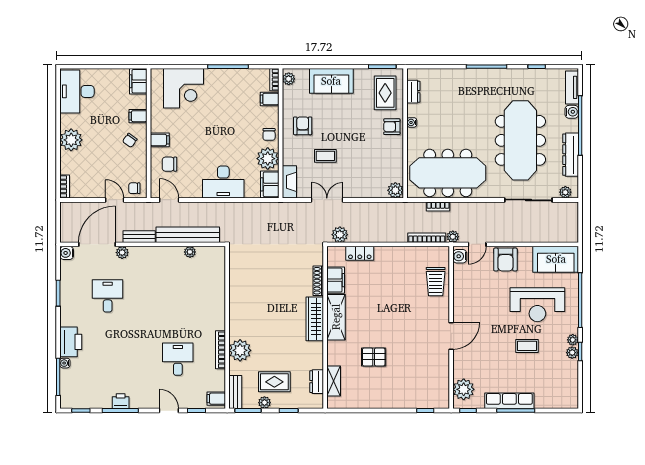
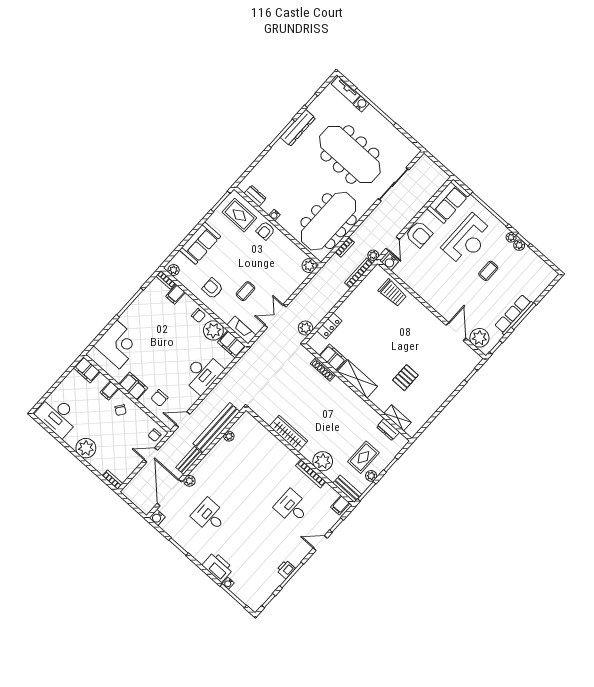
filing cabinet: (160, 140) -> (133, 386), width x2.00
dresser: (571, 155) -> (298, 128), moved, turned -90
plant: (565, 192) -> (410, 156), removed
wardrobe: (315, 319) -> (289, 434), moved, turned 180
door: (451, 336) -> (456, 332), moved

